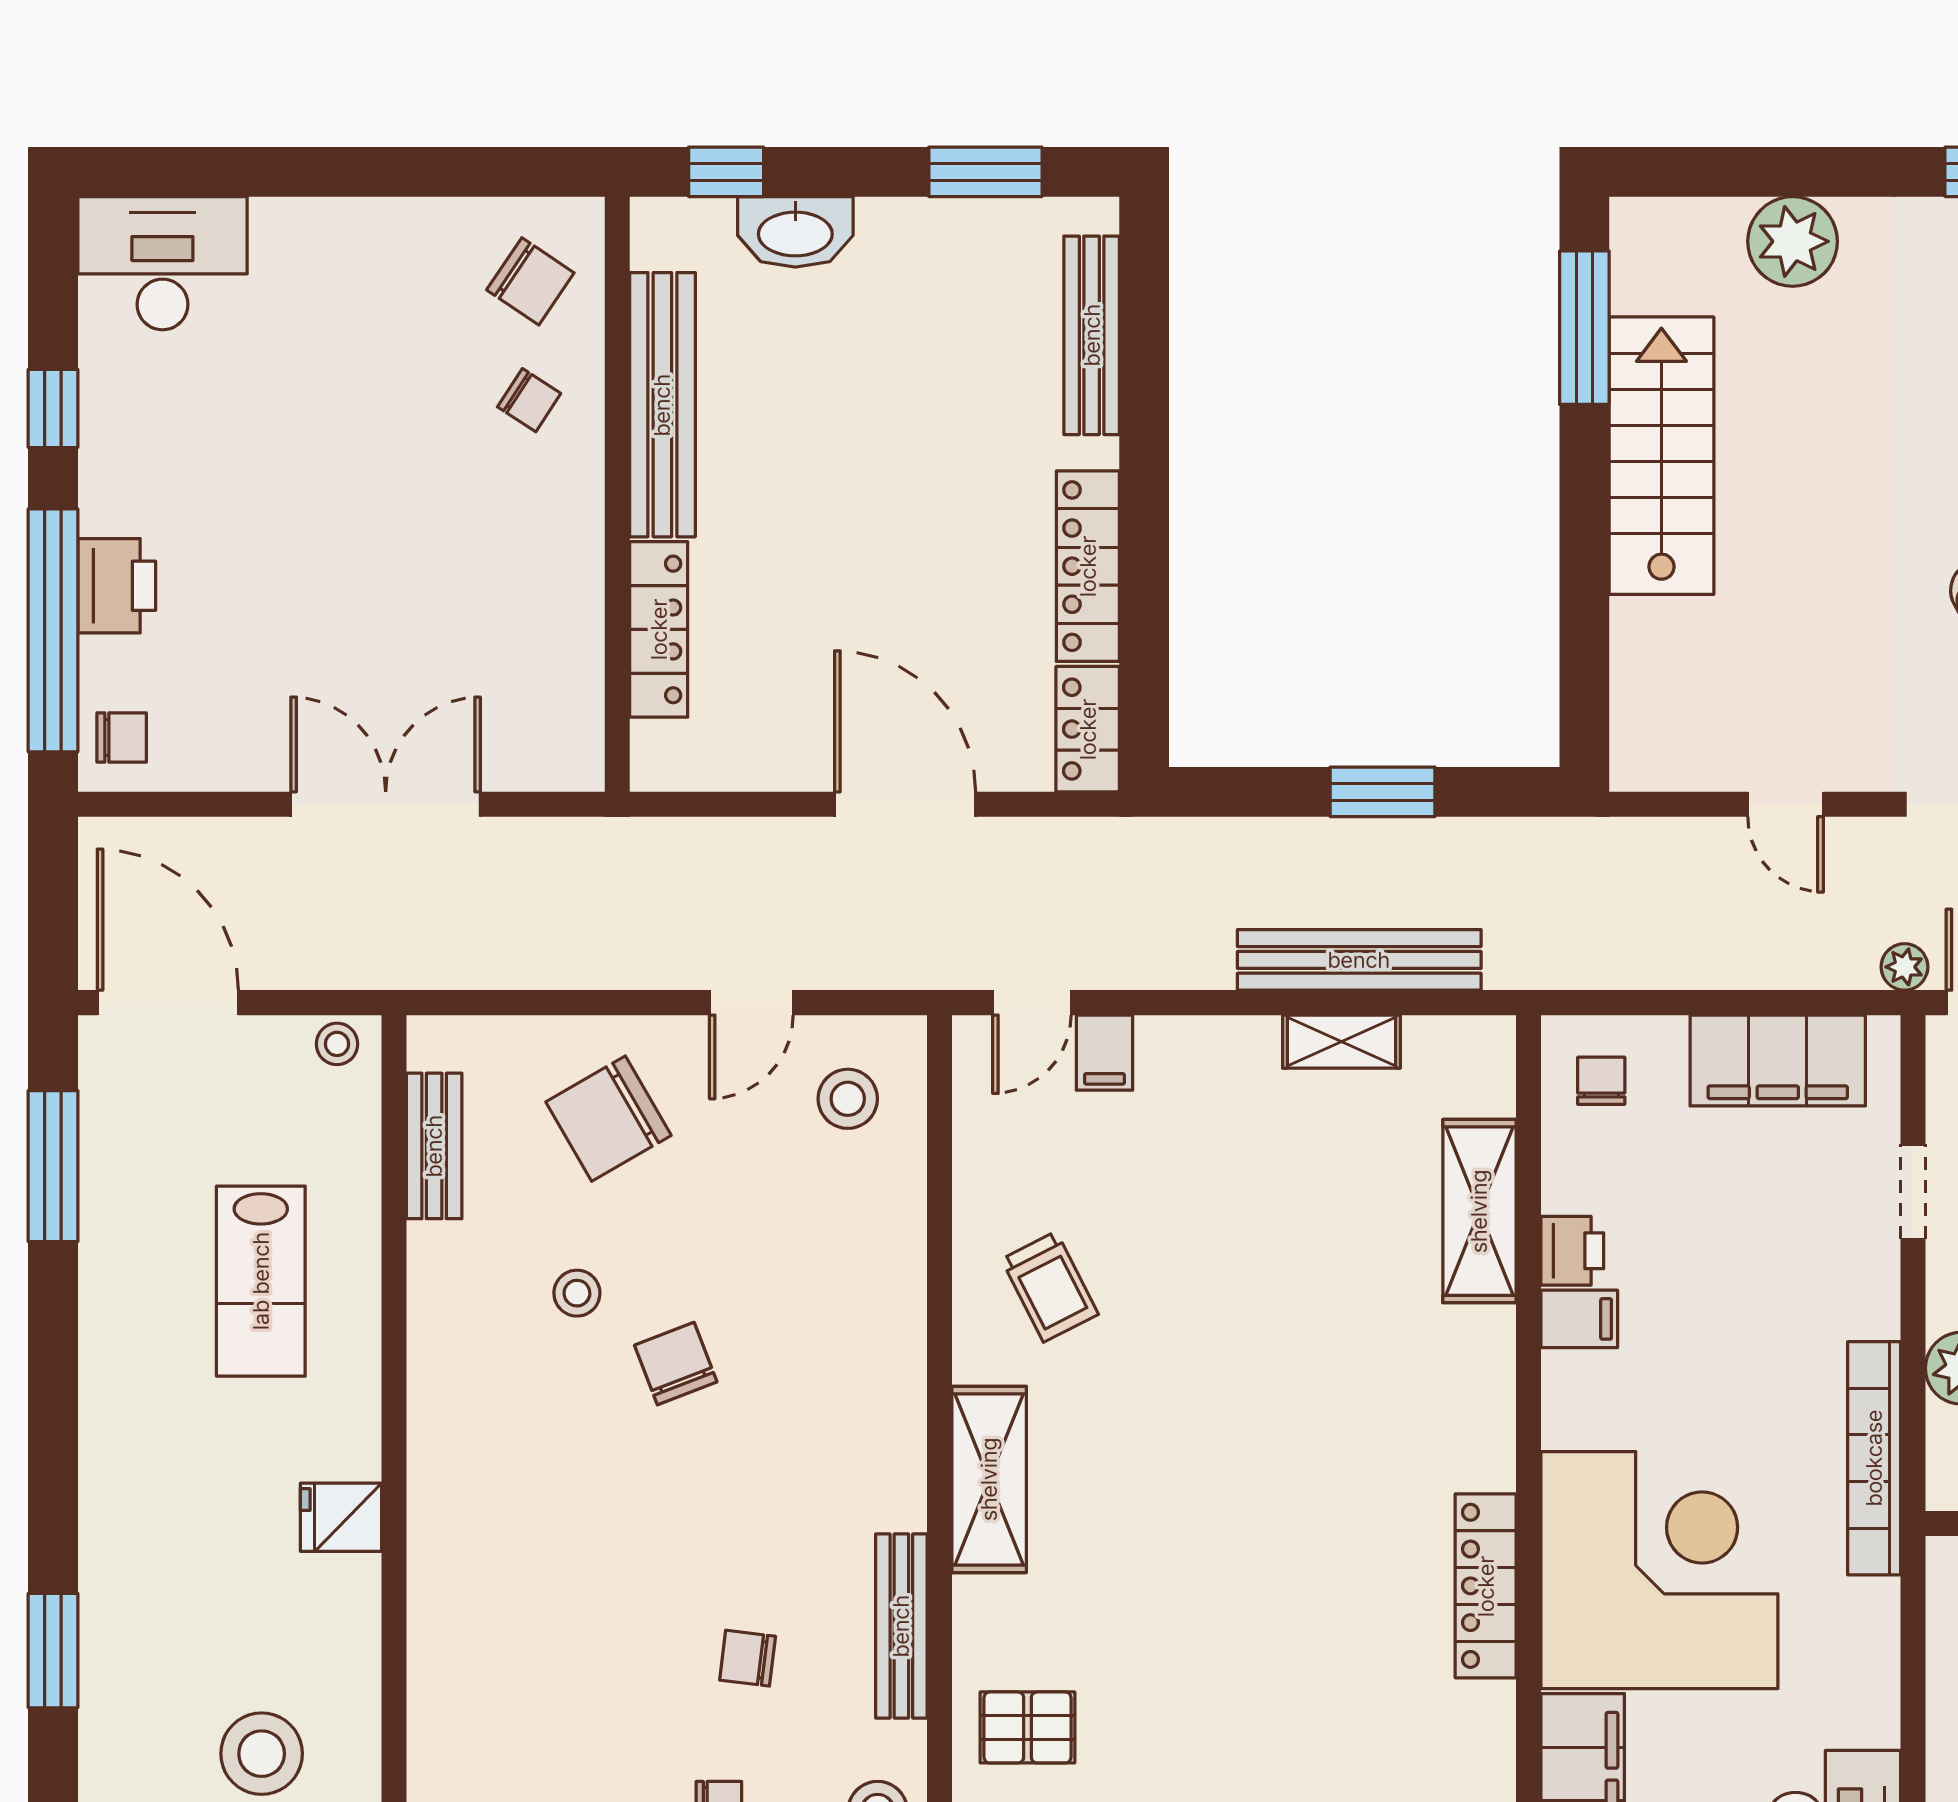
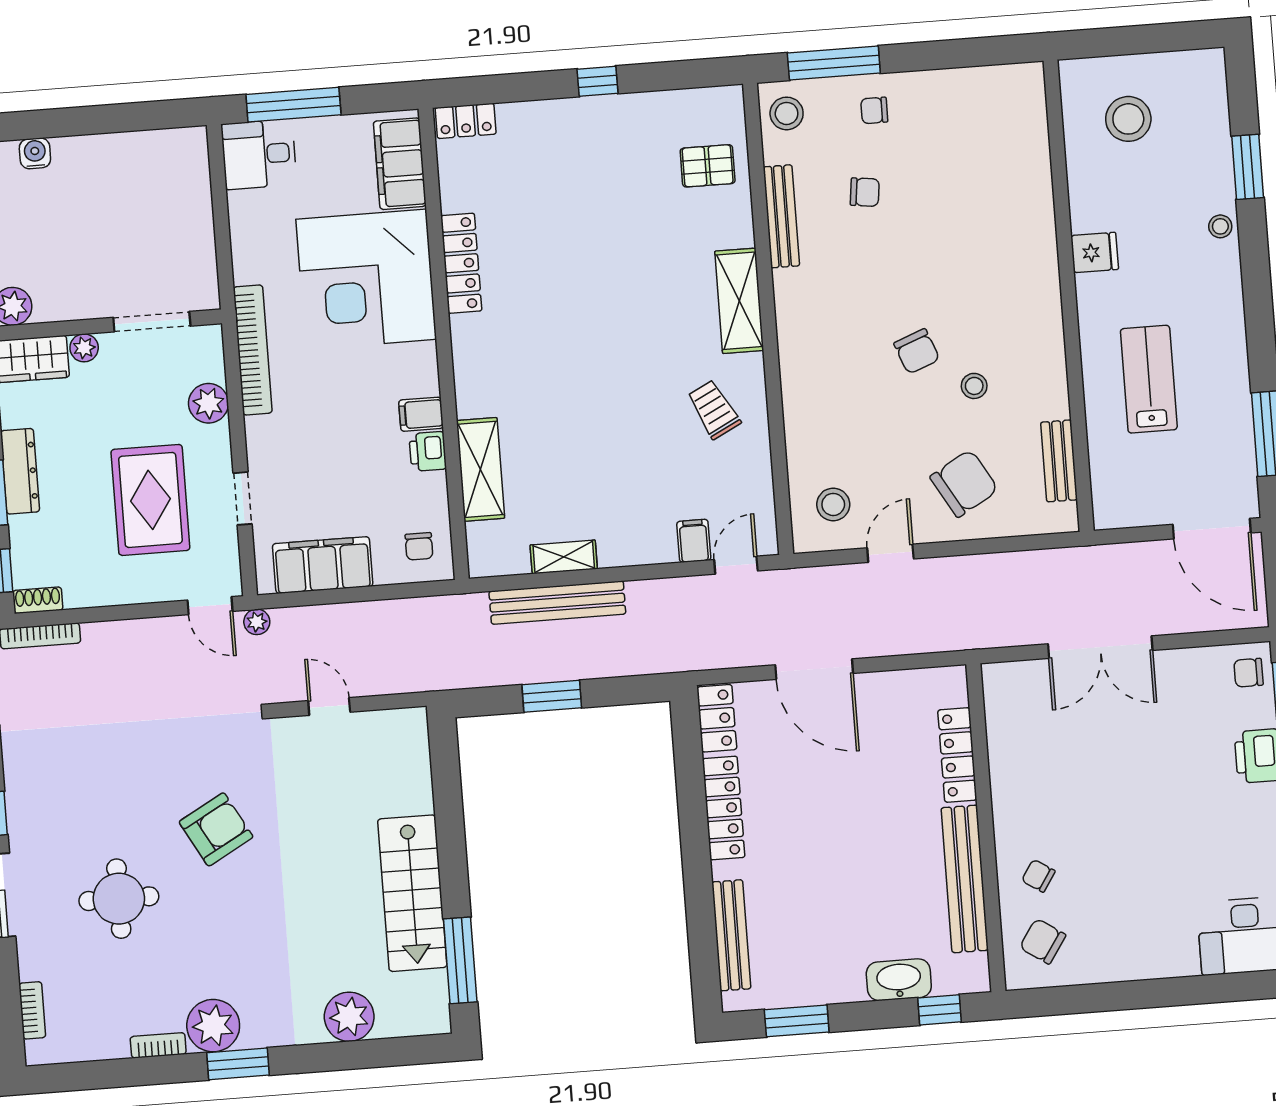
stool: (337, 1044) -> (1220, 226), moved

